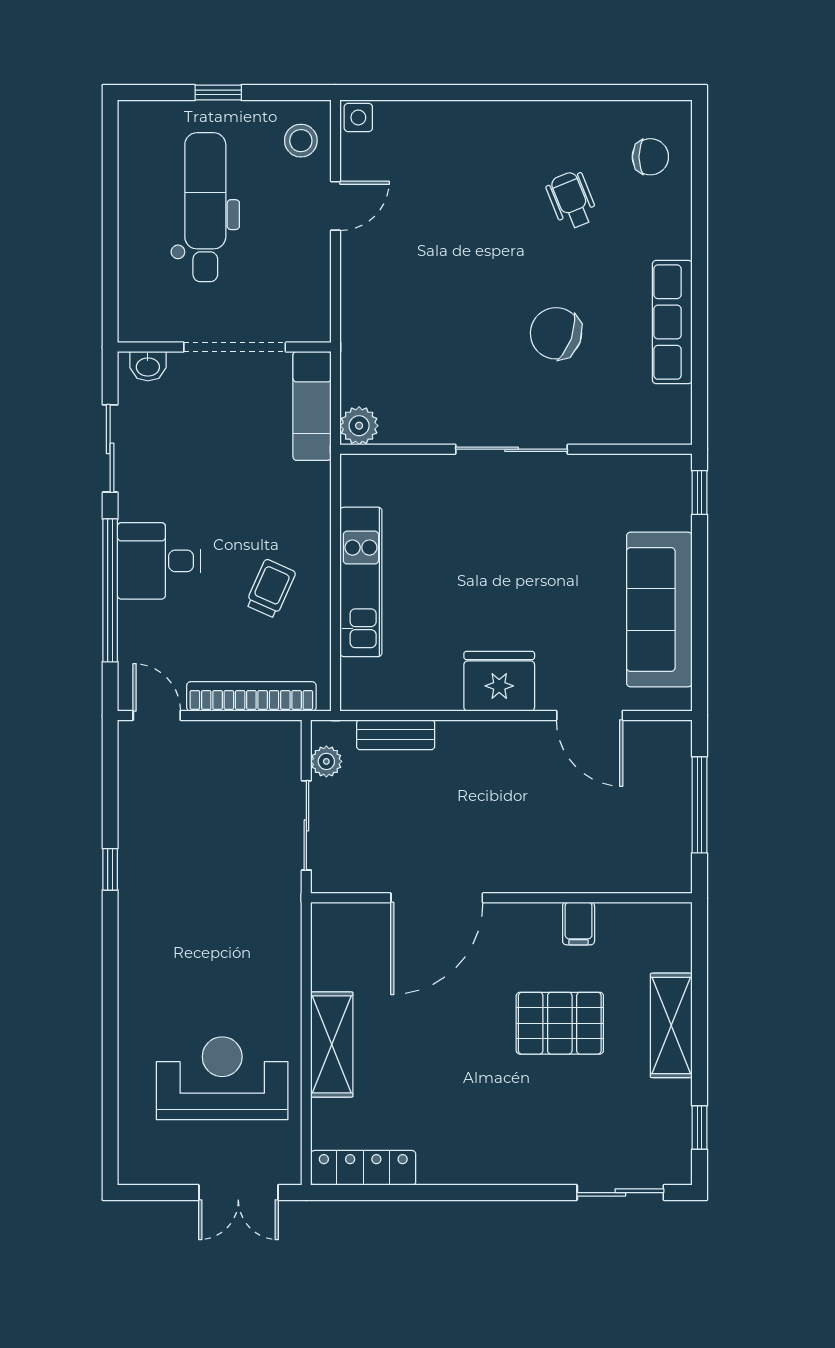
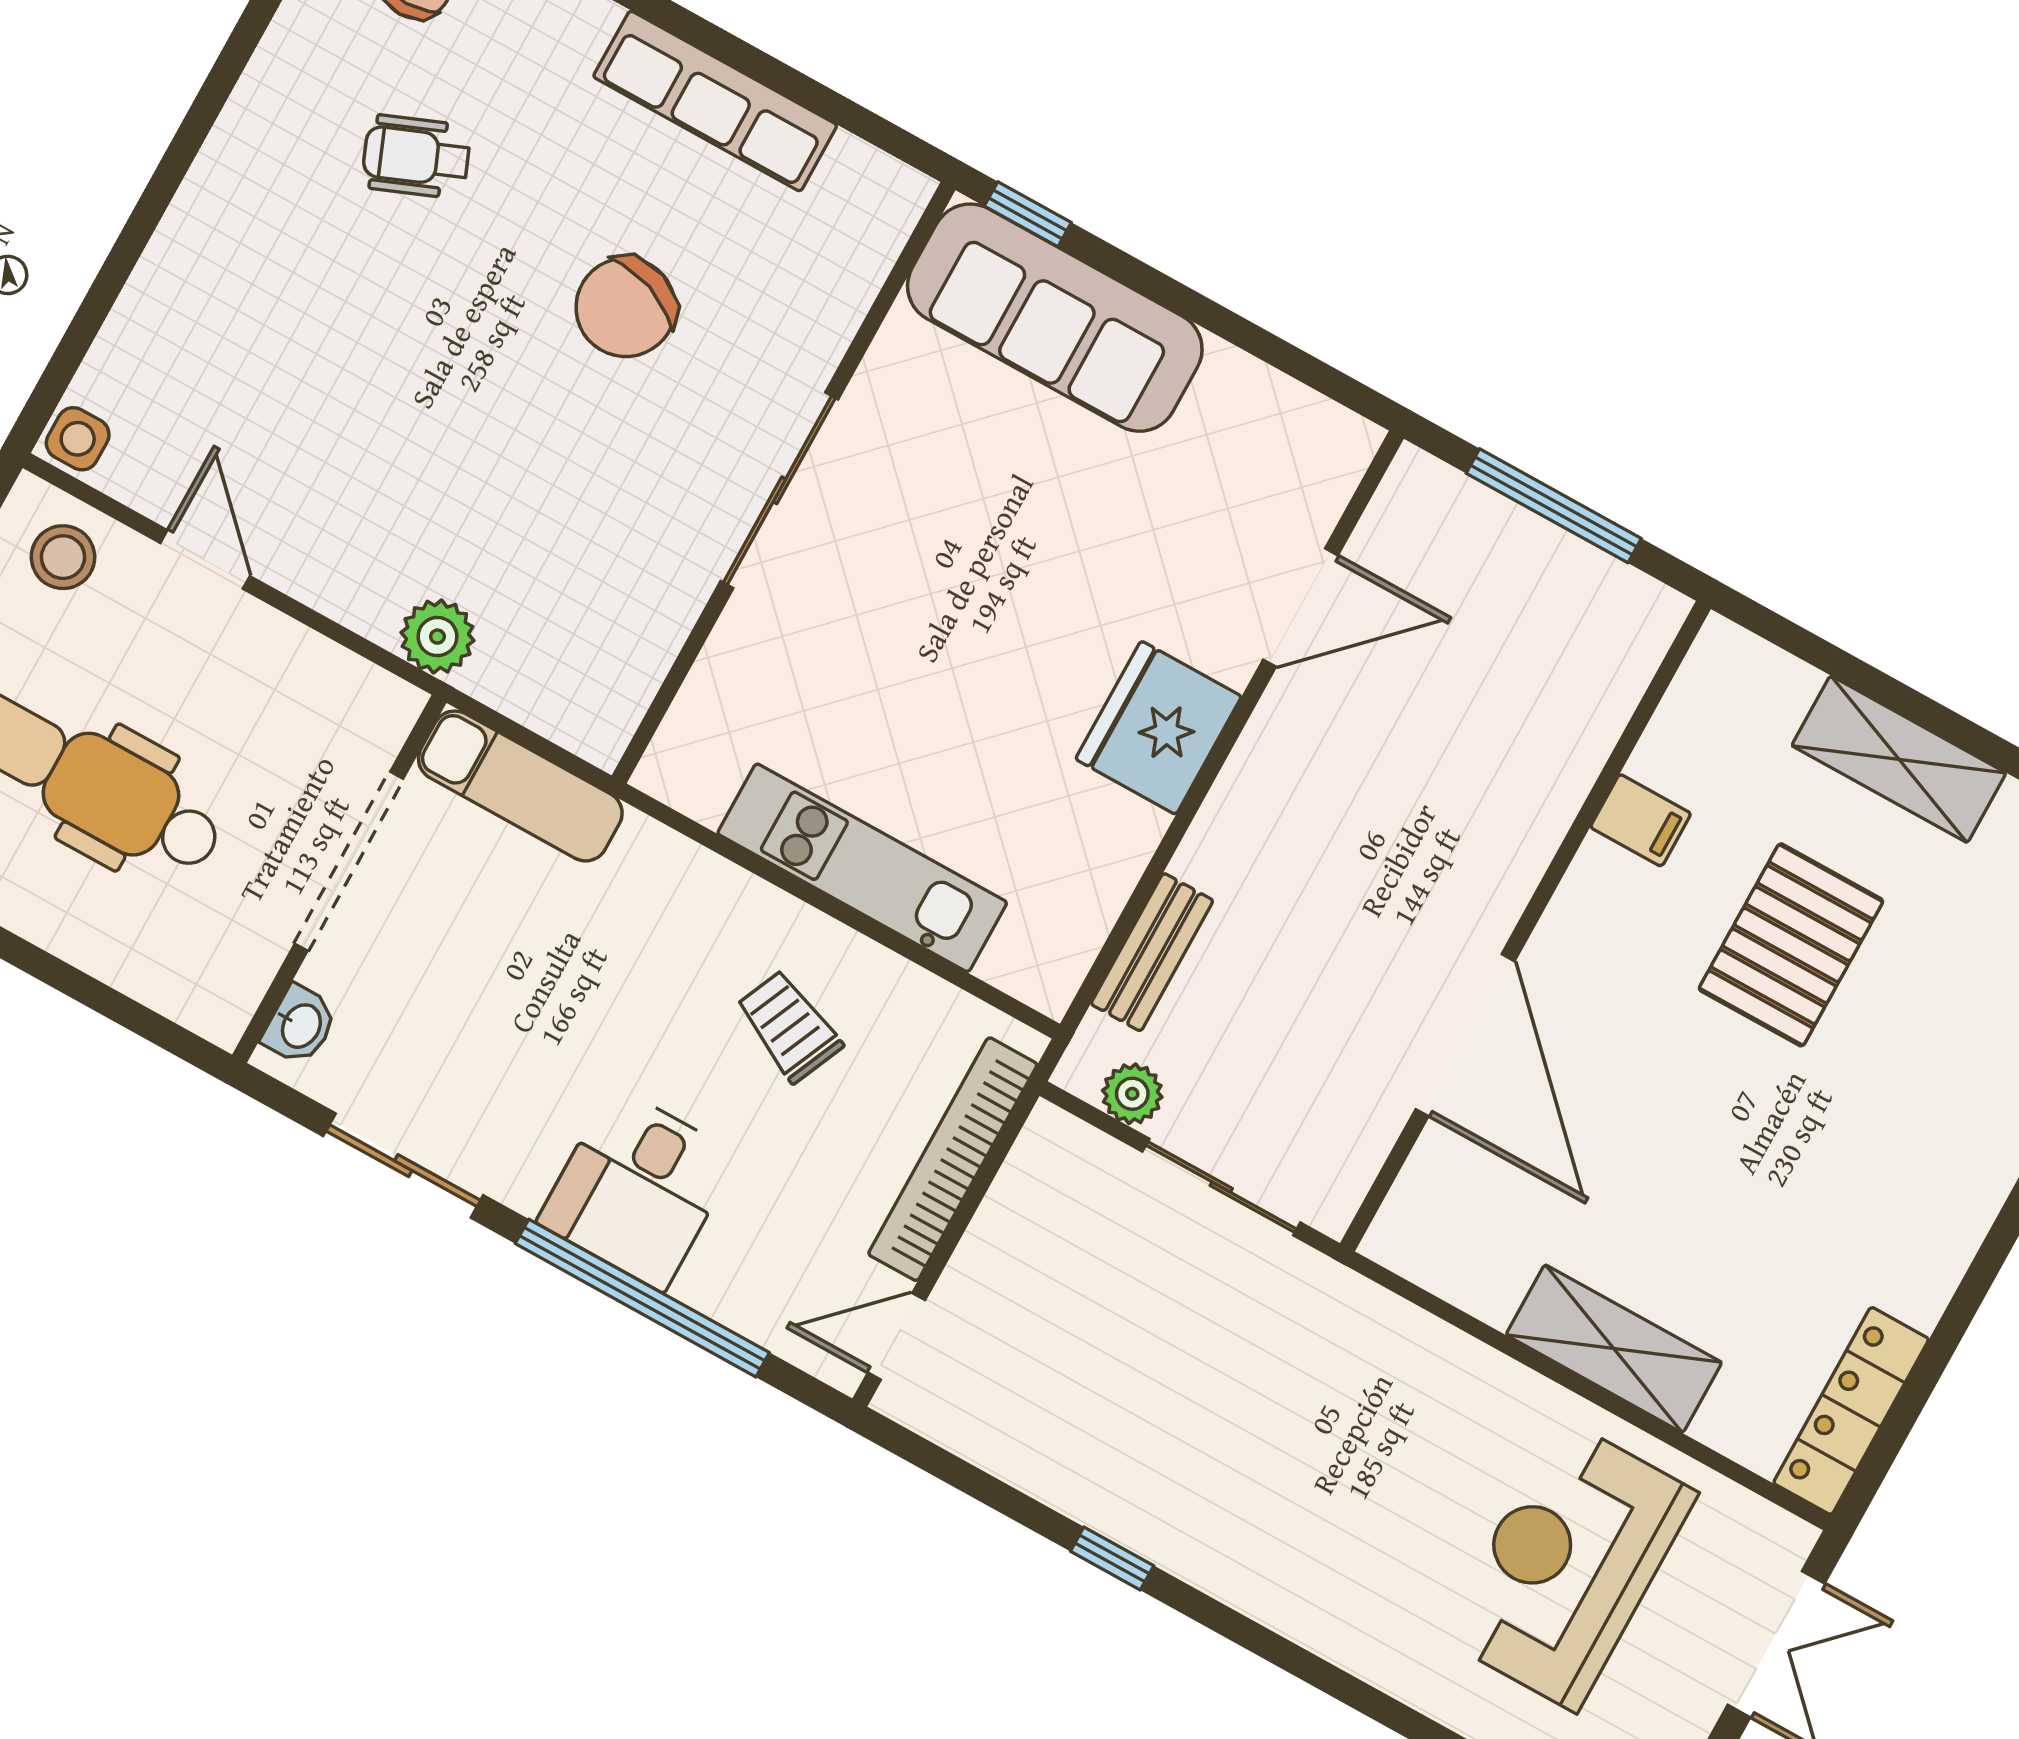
plant: (359, 426) -> (437, 637), moved
sofa: (659, 610) -> (1055, 318), moved

